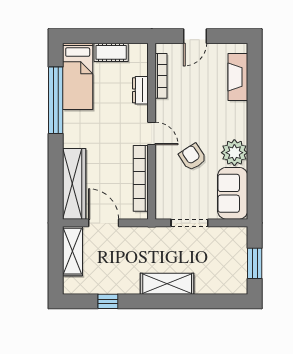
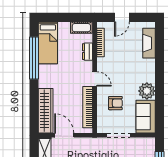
cot: (111, 52) -> (81, 28), moved
armchair: (193, 157) -> (115, 103), moved, turned 123

